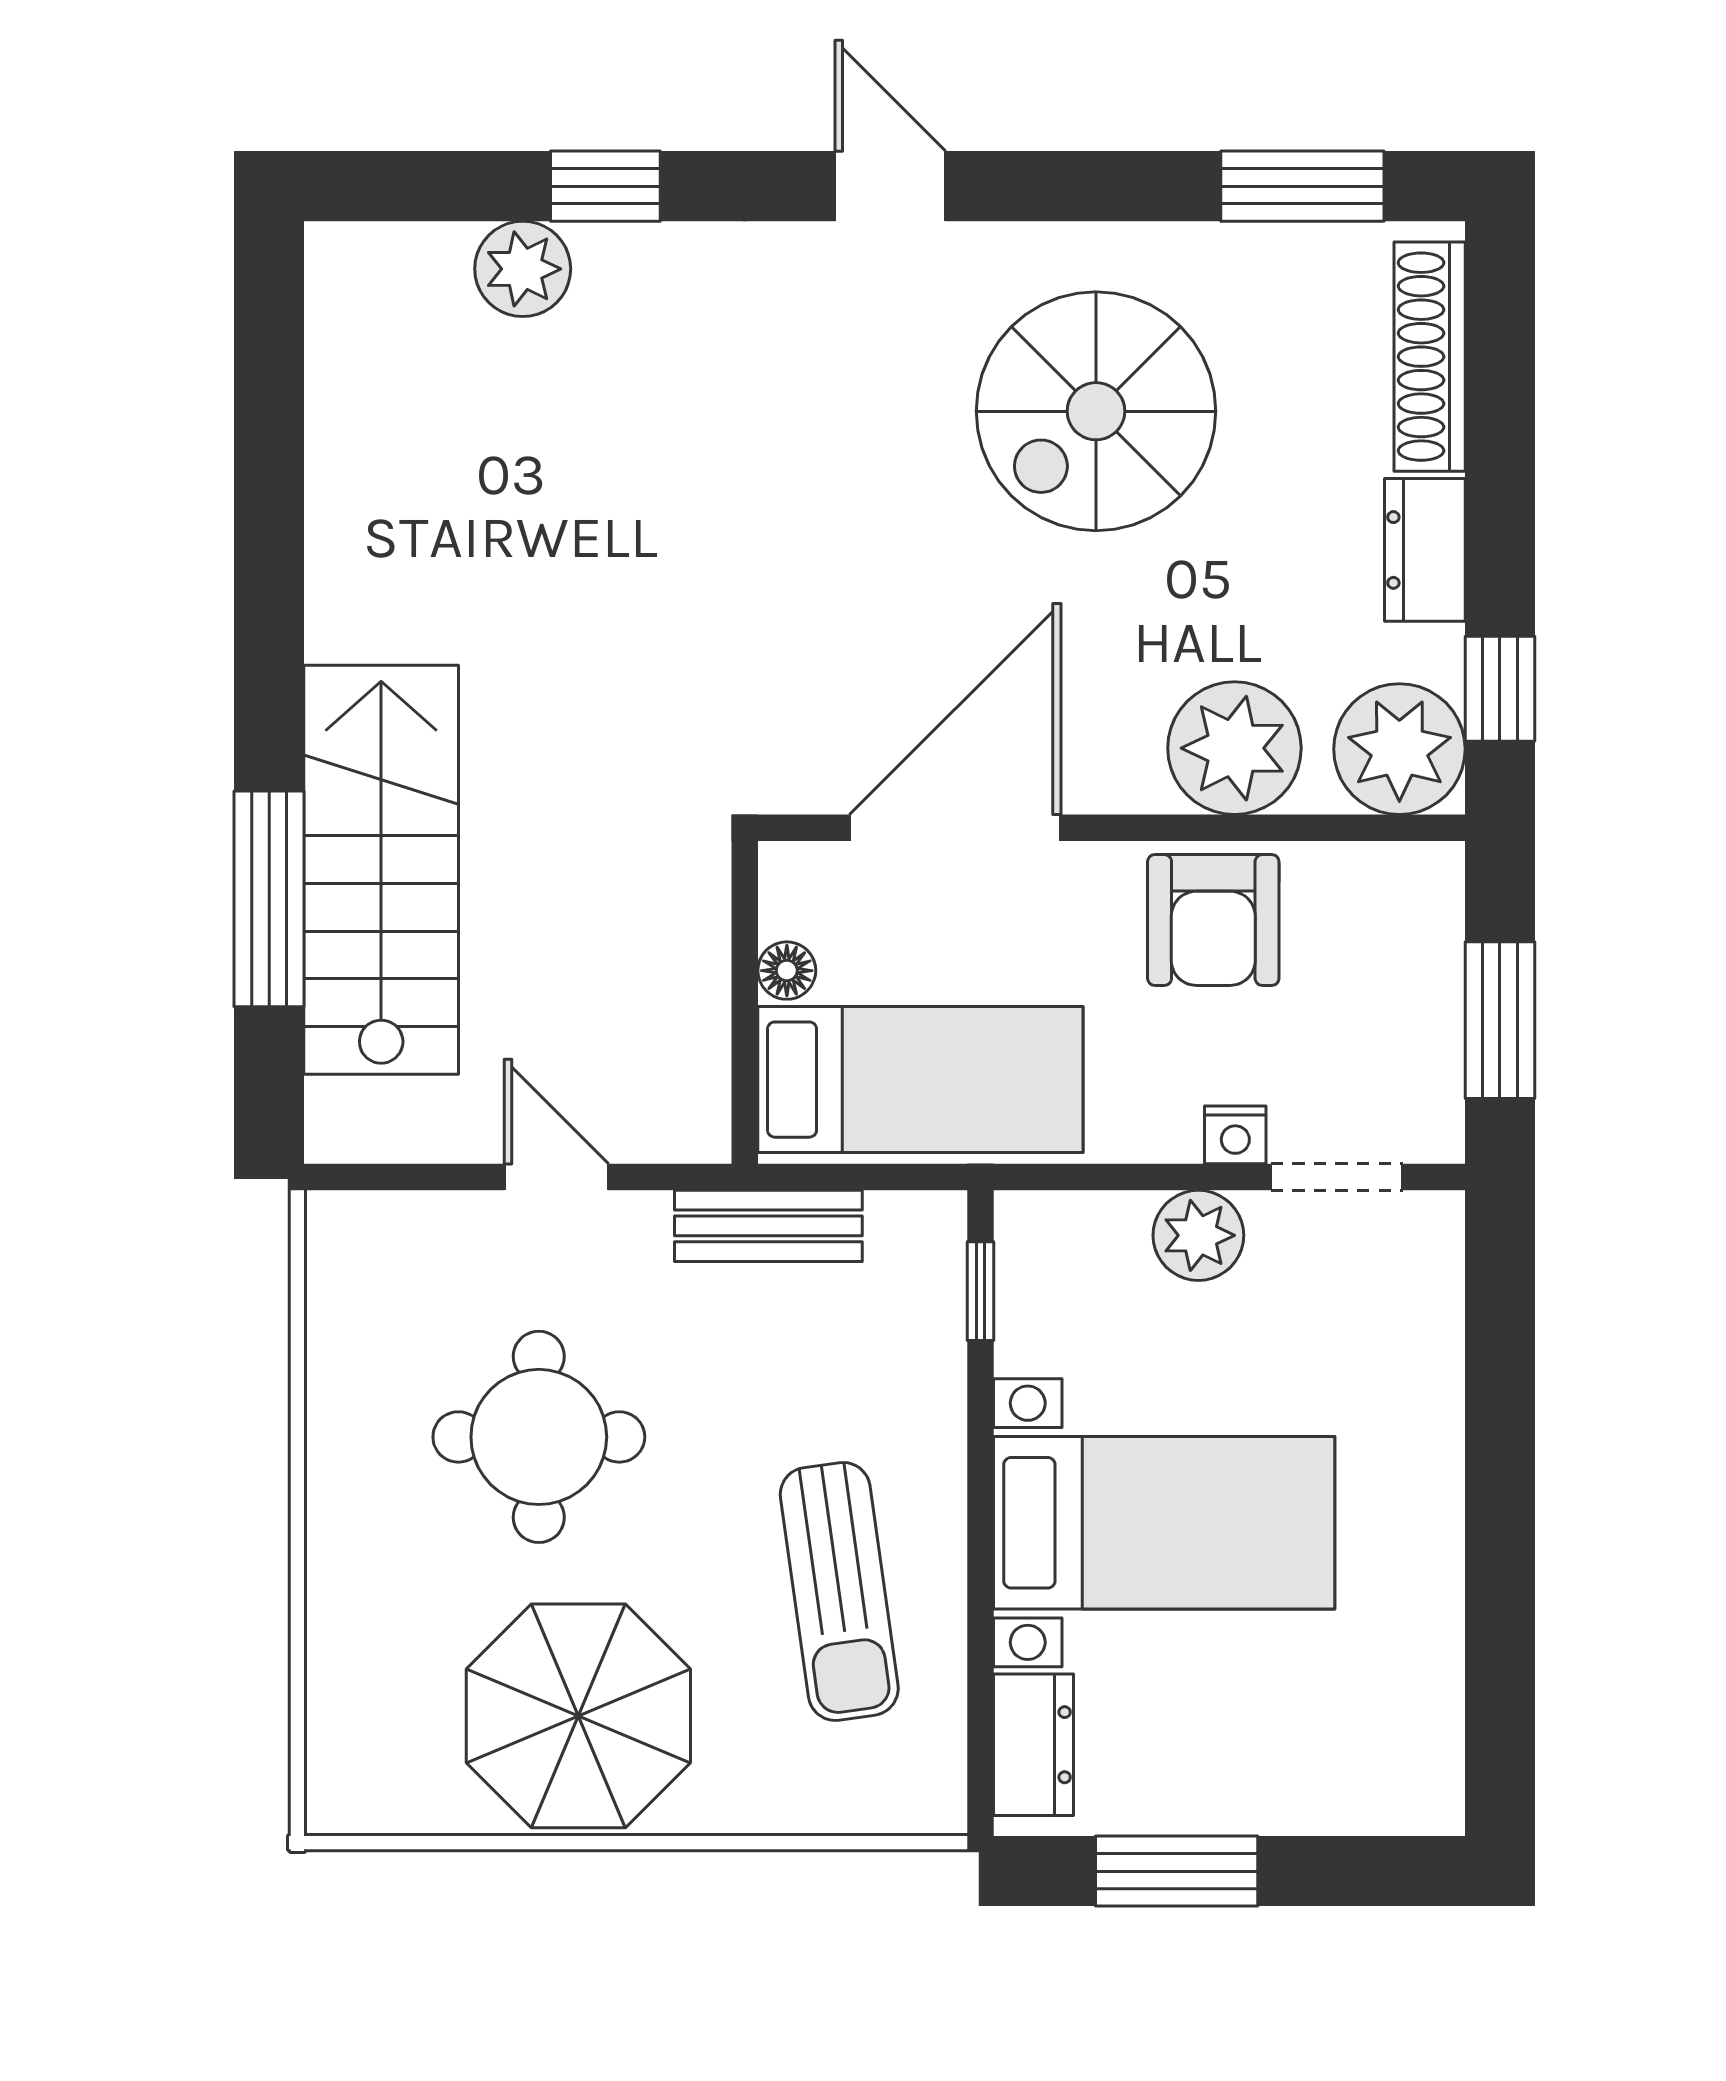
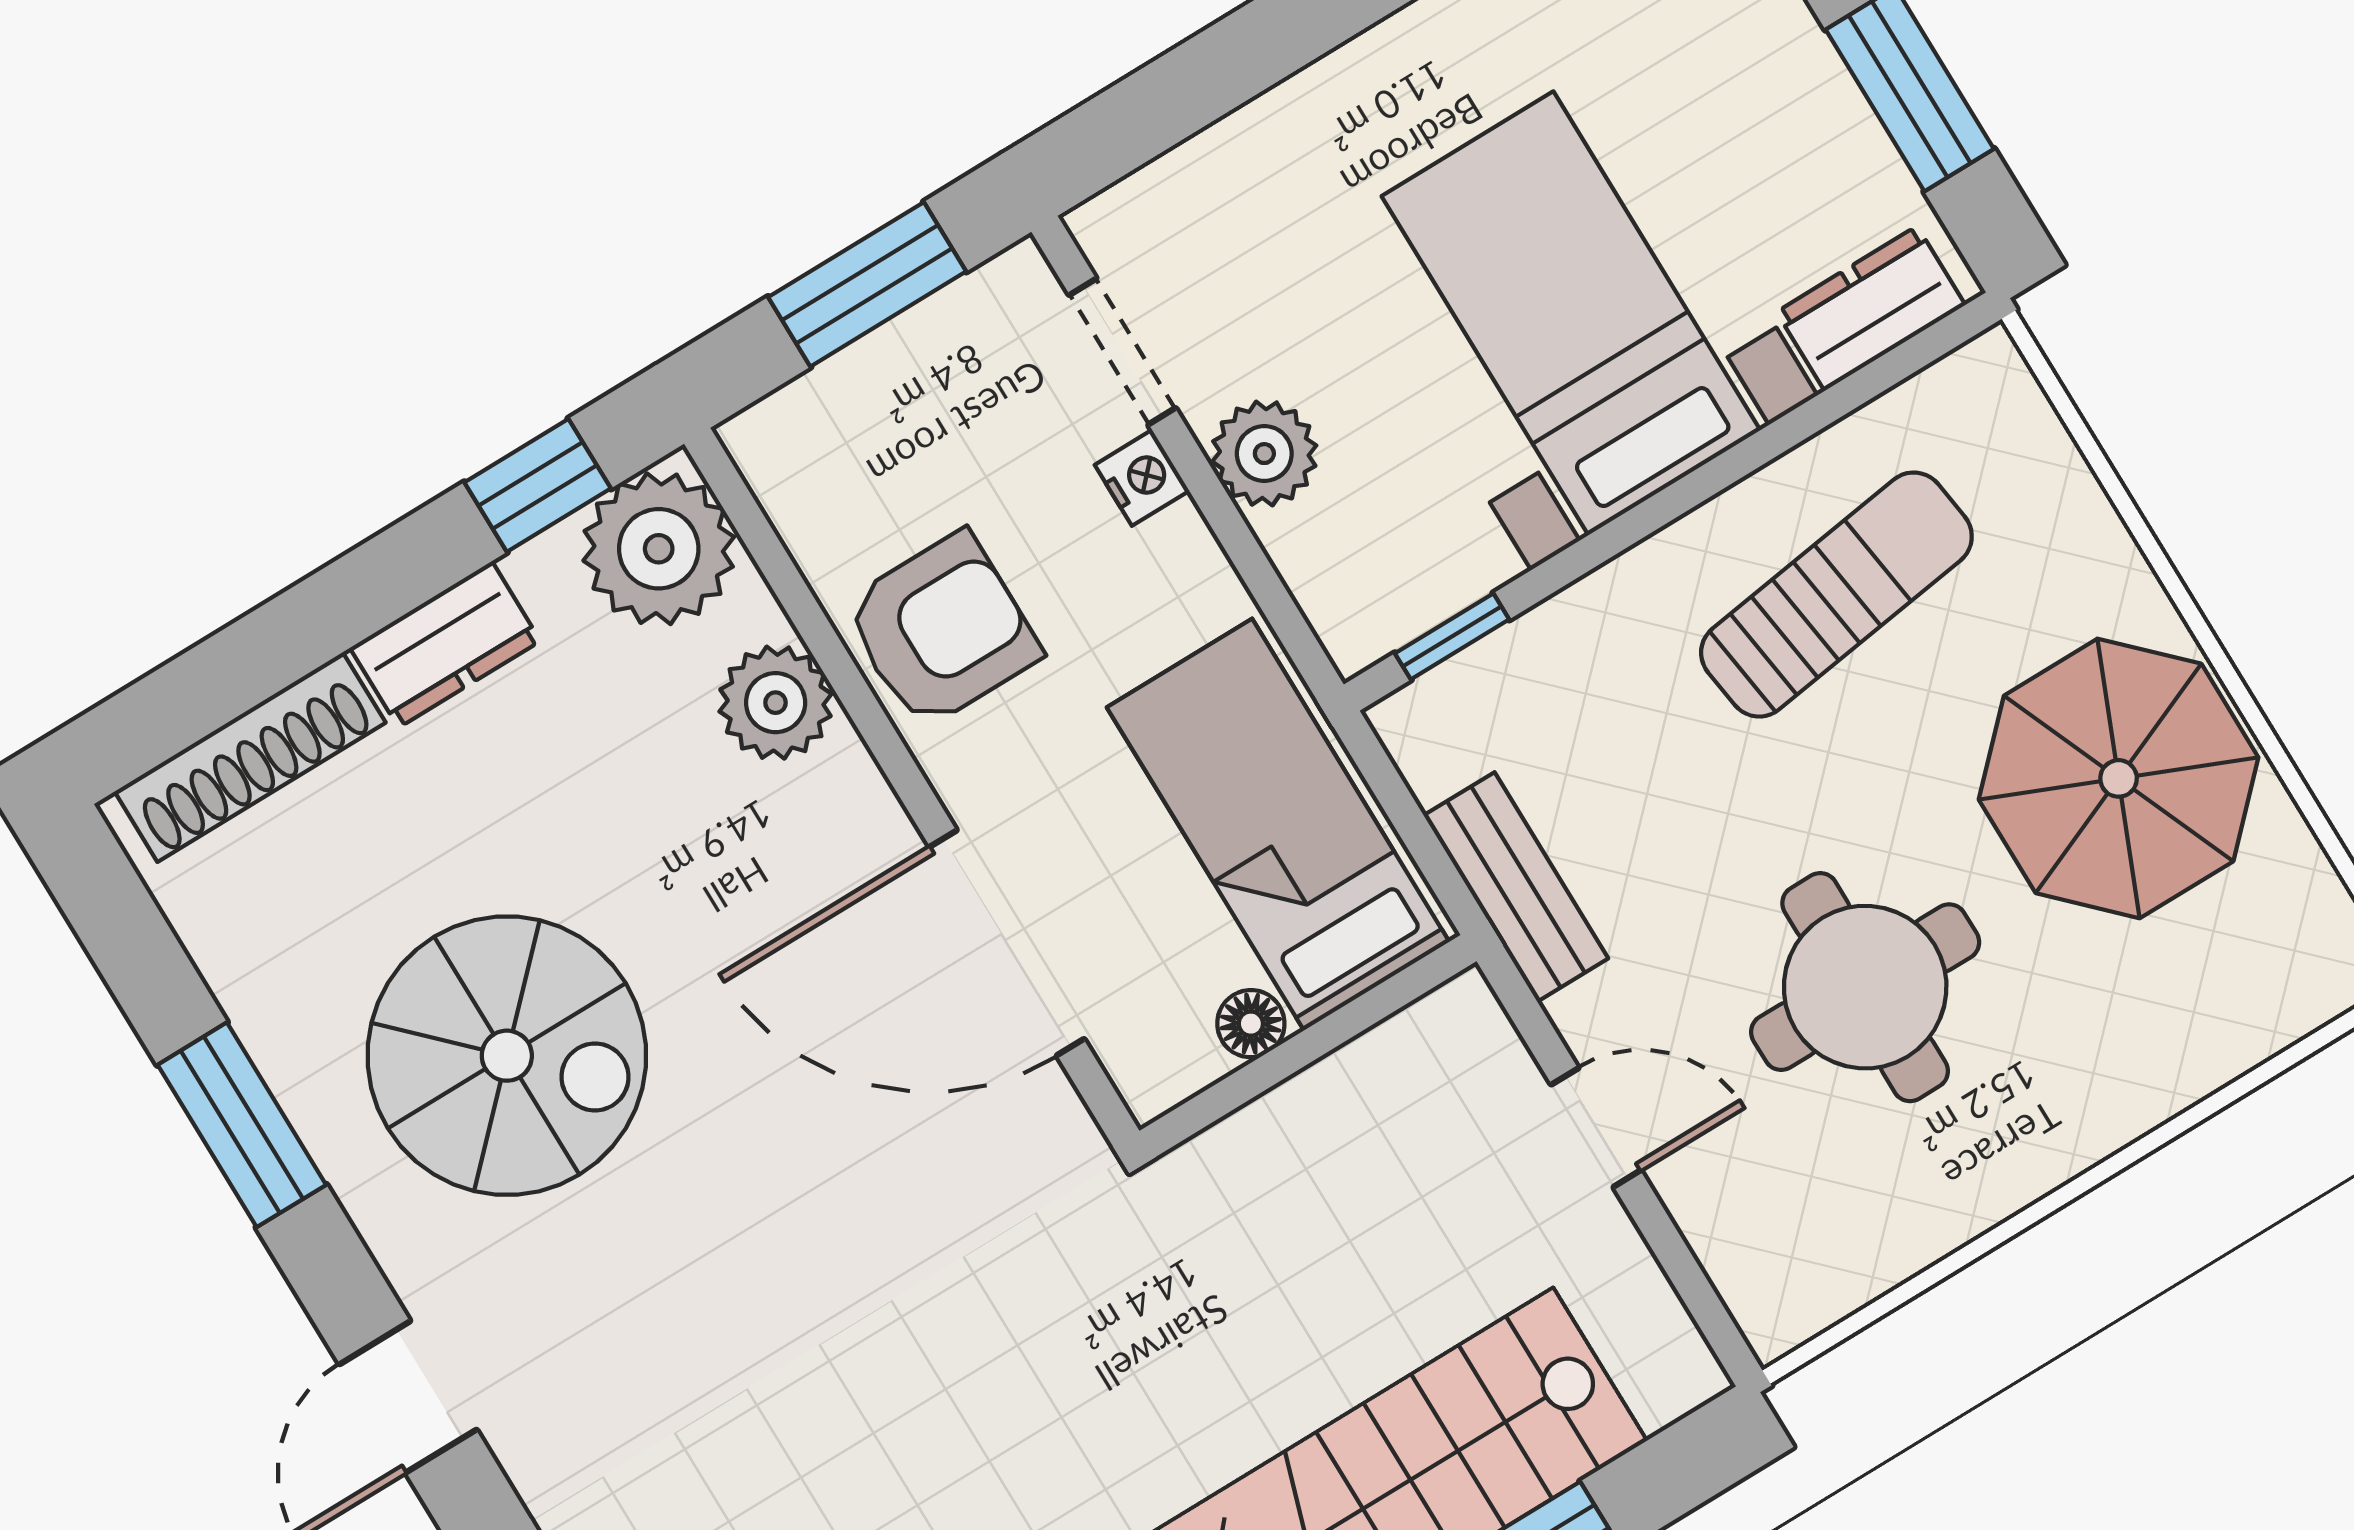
window: (1302, 186) -> (242, 1125), moved
plant: (1234, 748) -> (776, 703), width x0.73, depth x0.73
door: (556, 1177) -> (1596, 1127), swing flipped

